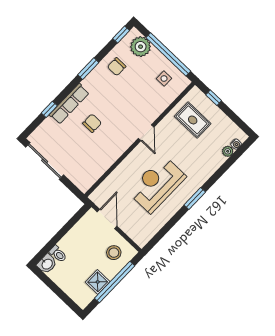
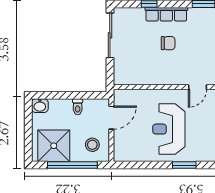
reception desk: (157, 184) -> (169, 129), turned -90
toilet: (58, 254) -> (78, 107), moved
shower: (98, 282) -> (54, 146), width x1.86, depth x1.86

